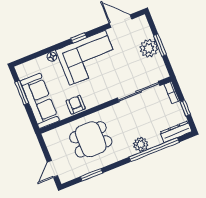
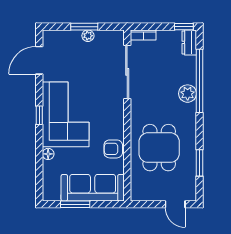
plant: (149, 48) -> (88, 36), width x0.53, depth x0.53
window: (185, 108) -> (184, 27), moved
dresser: (176, 132) -> (189, 42), width x0.70

